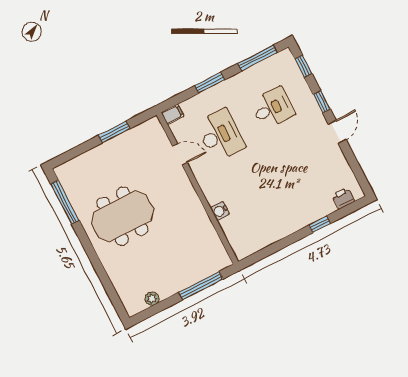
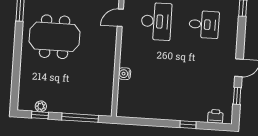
window: (322, 102) -> (237, 96), moved
door: (180, 154) -> (120, 18), swing flipped
window: (157, 308) -> (40, 115), added

